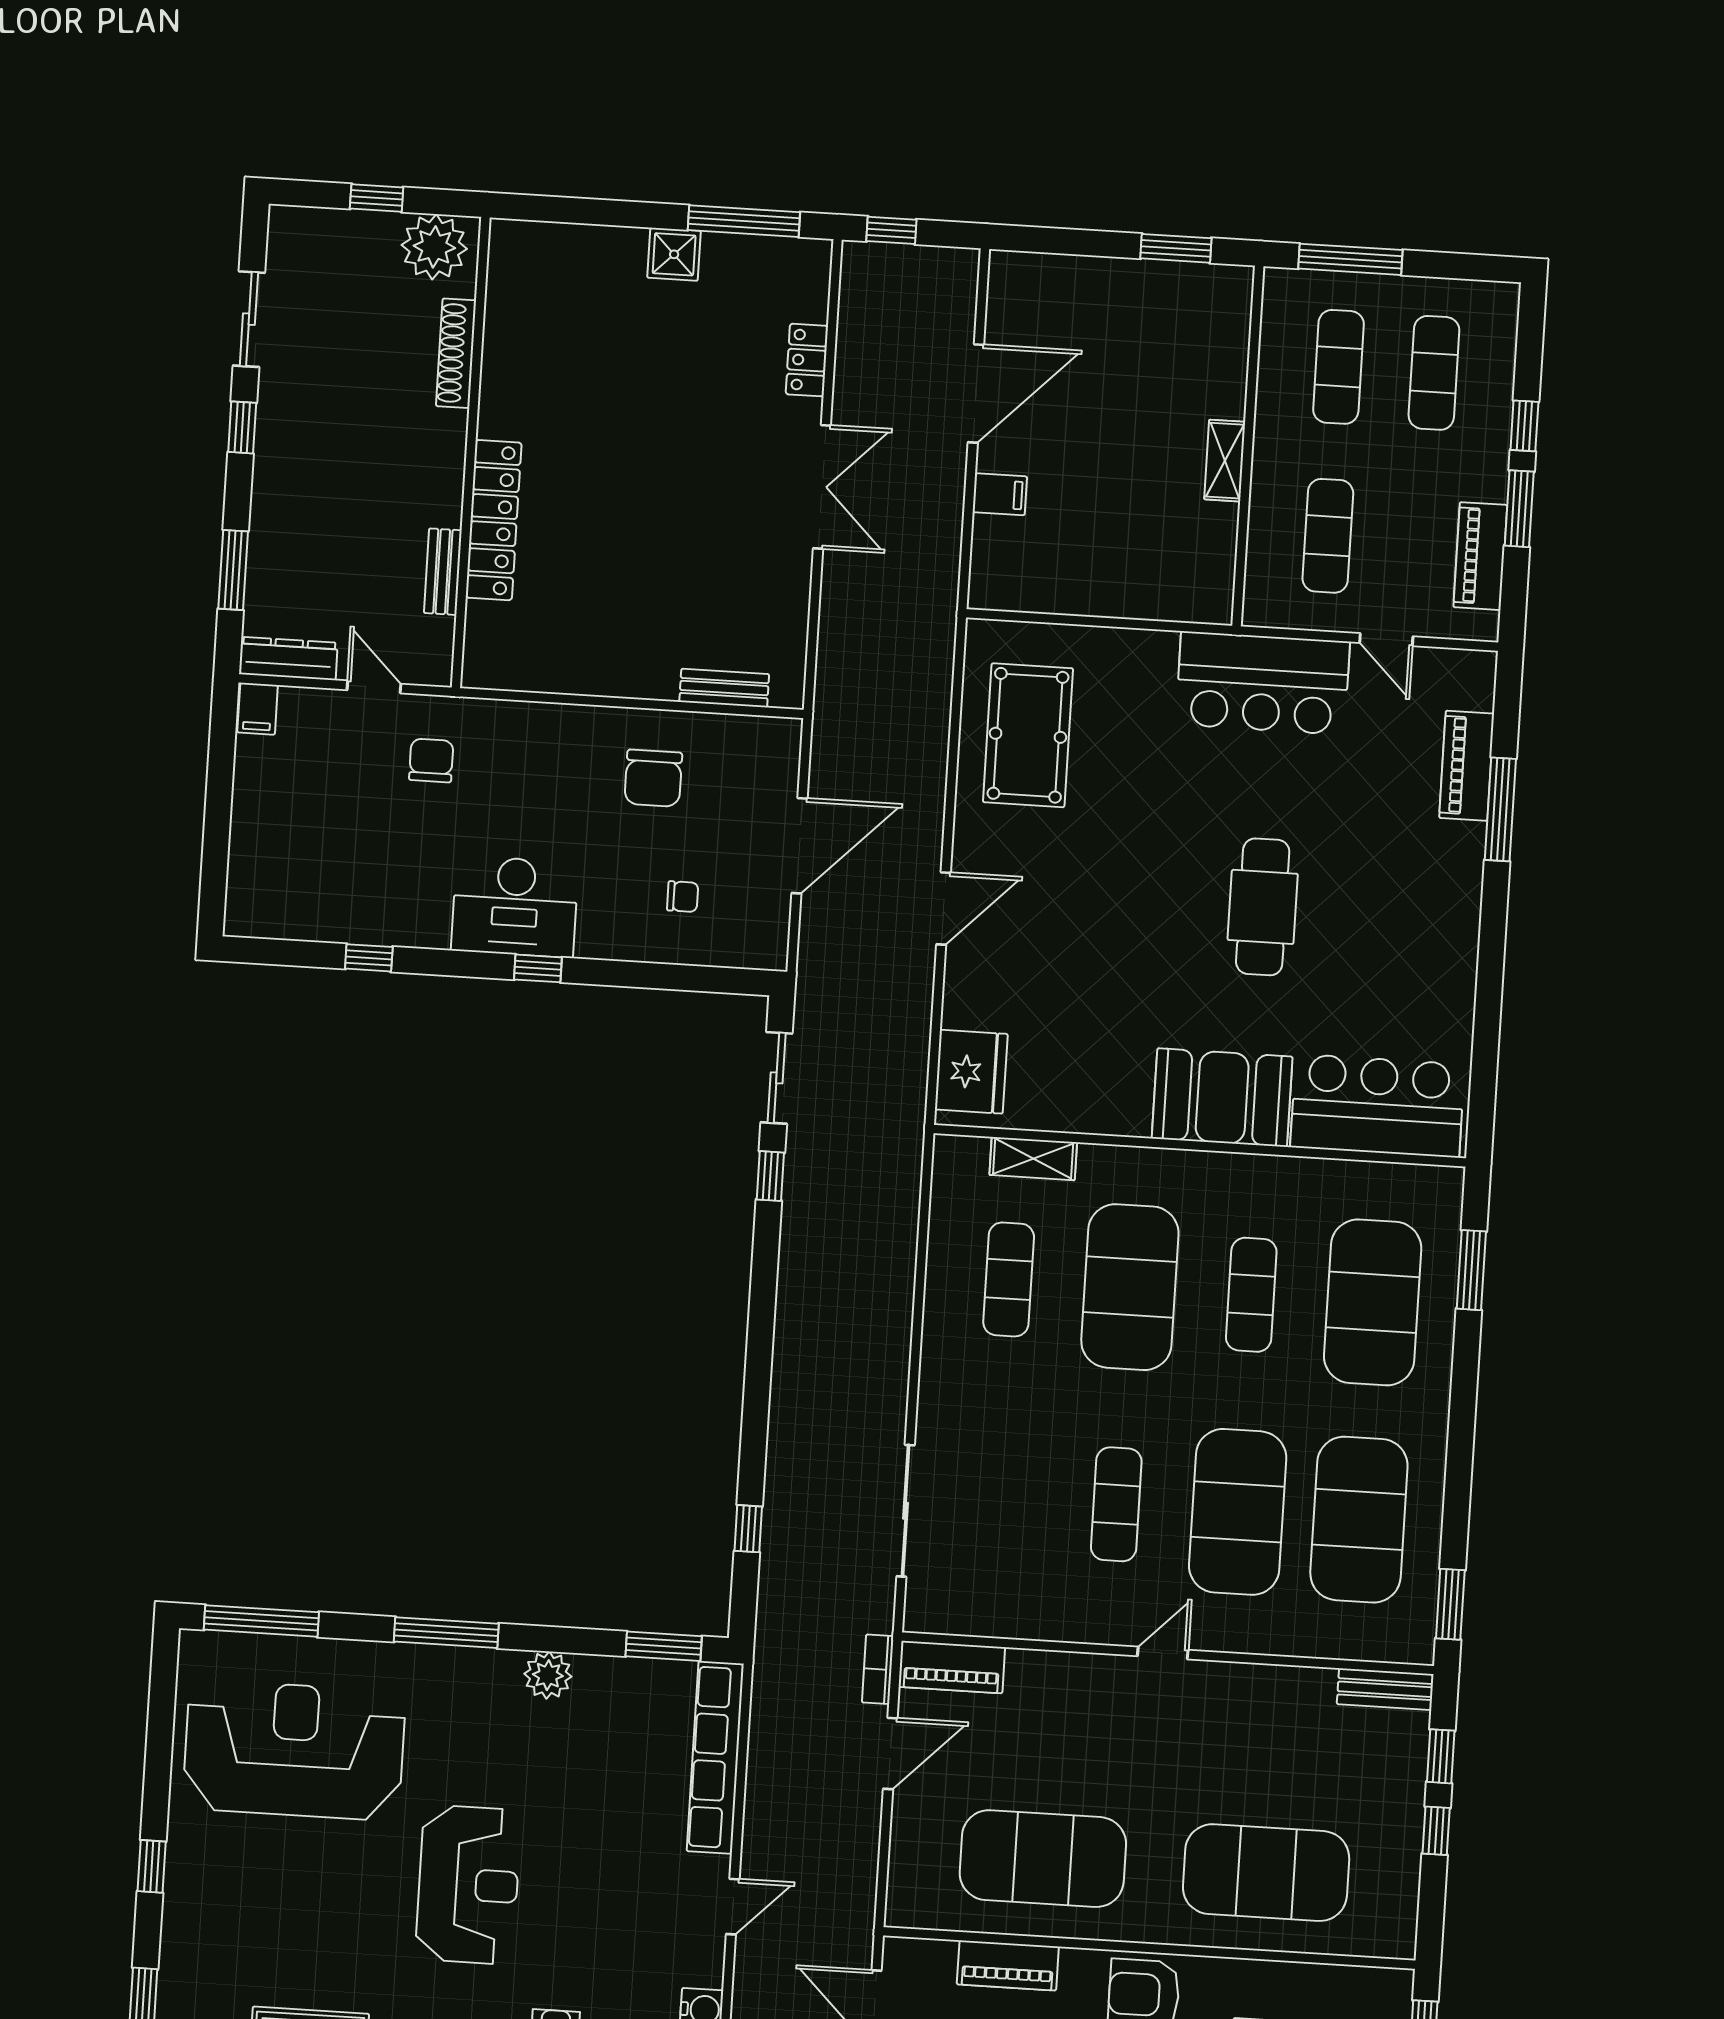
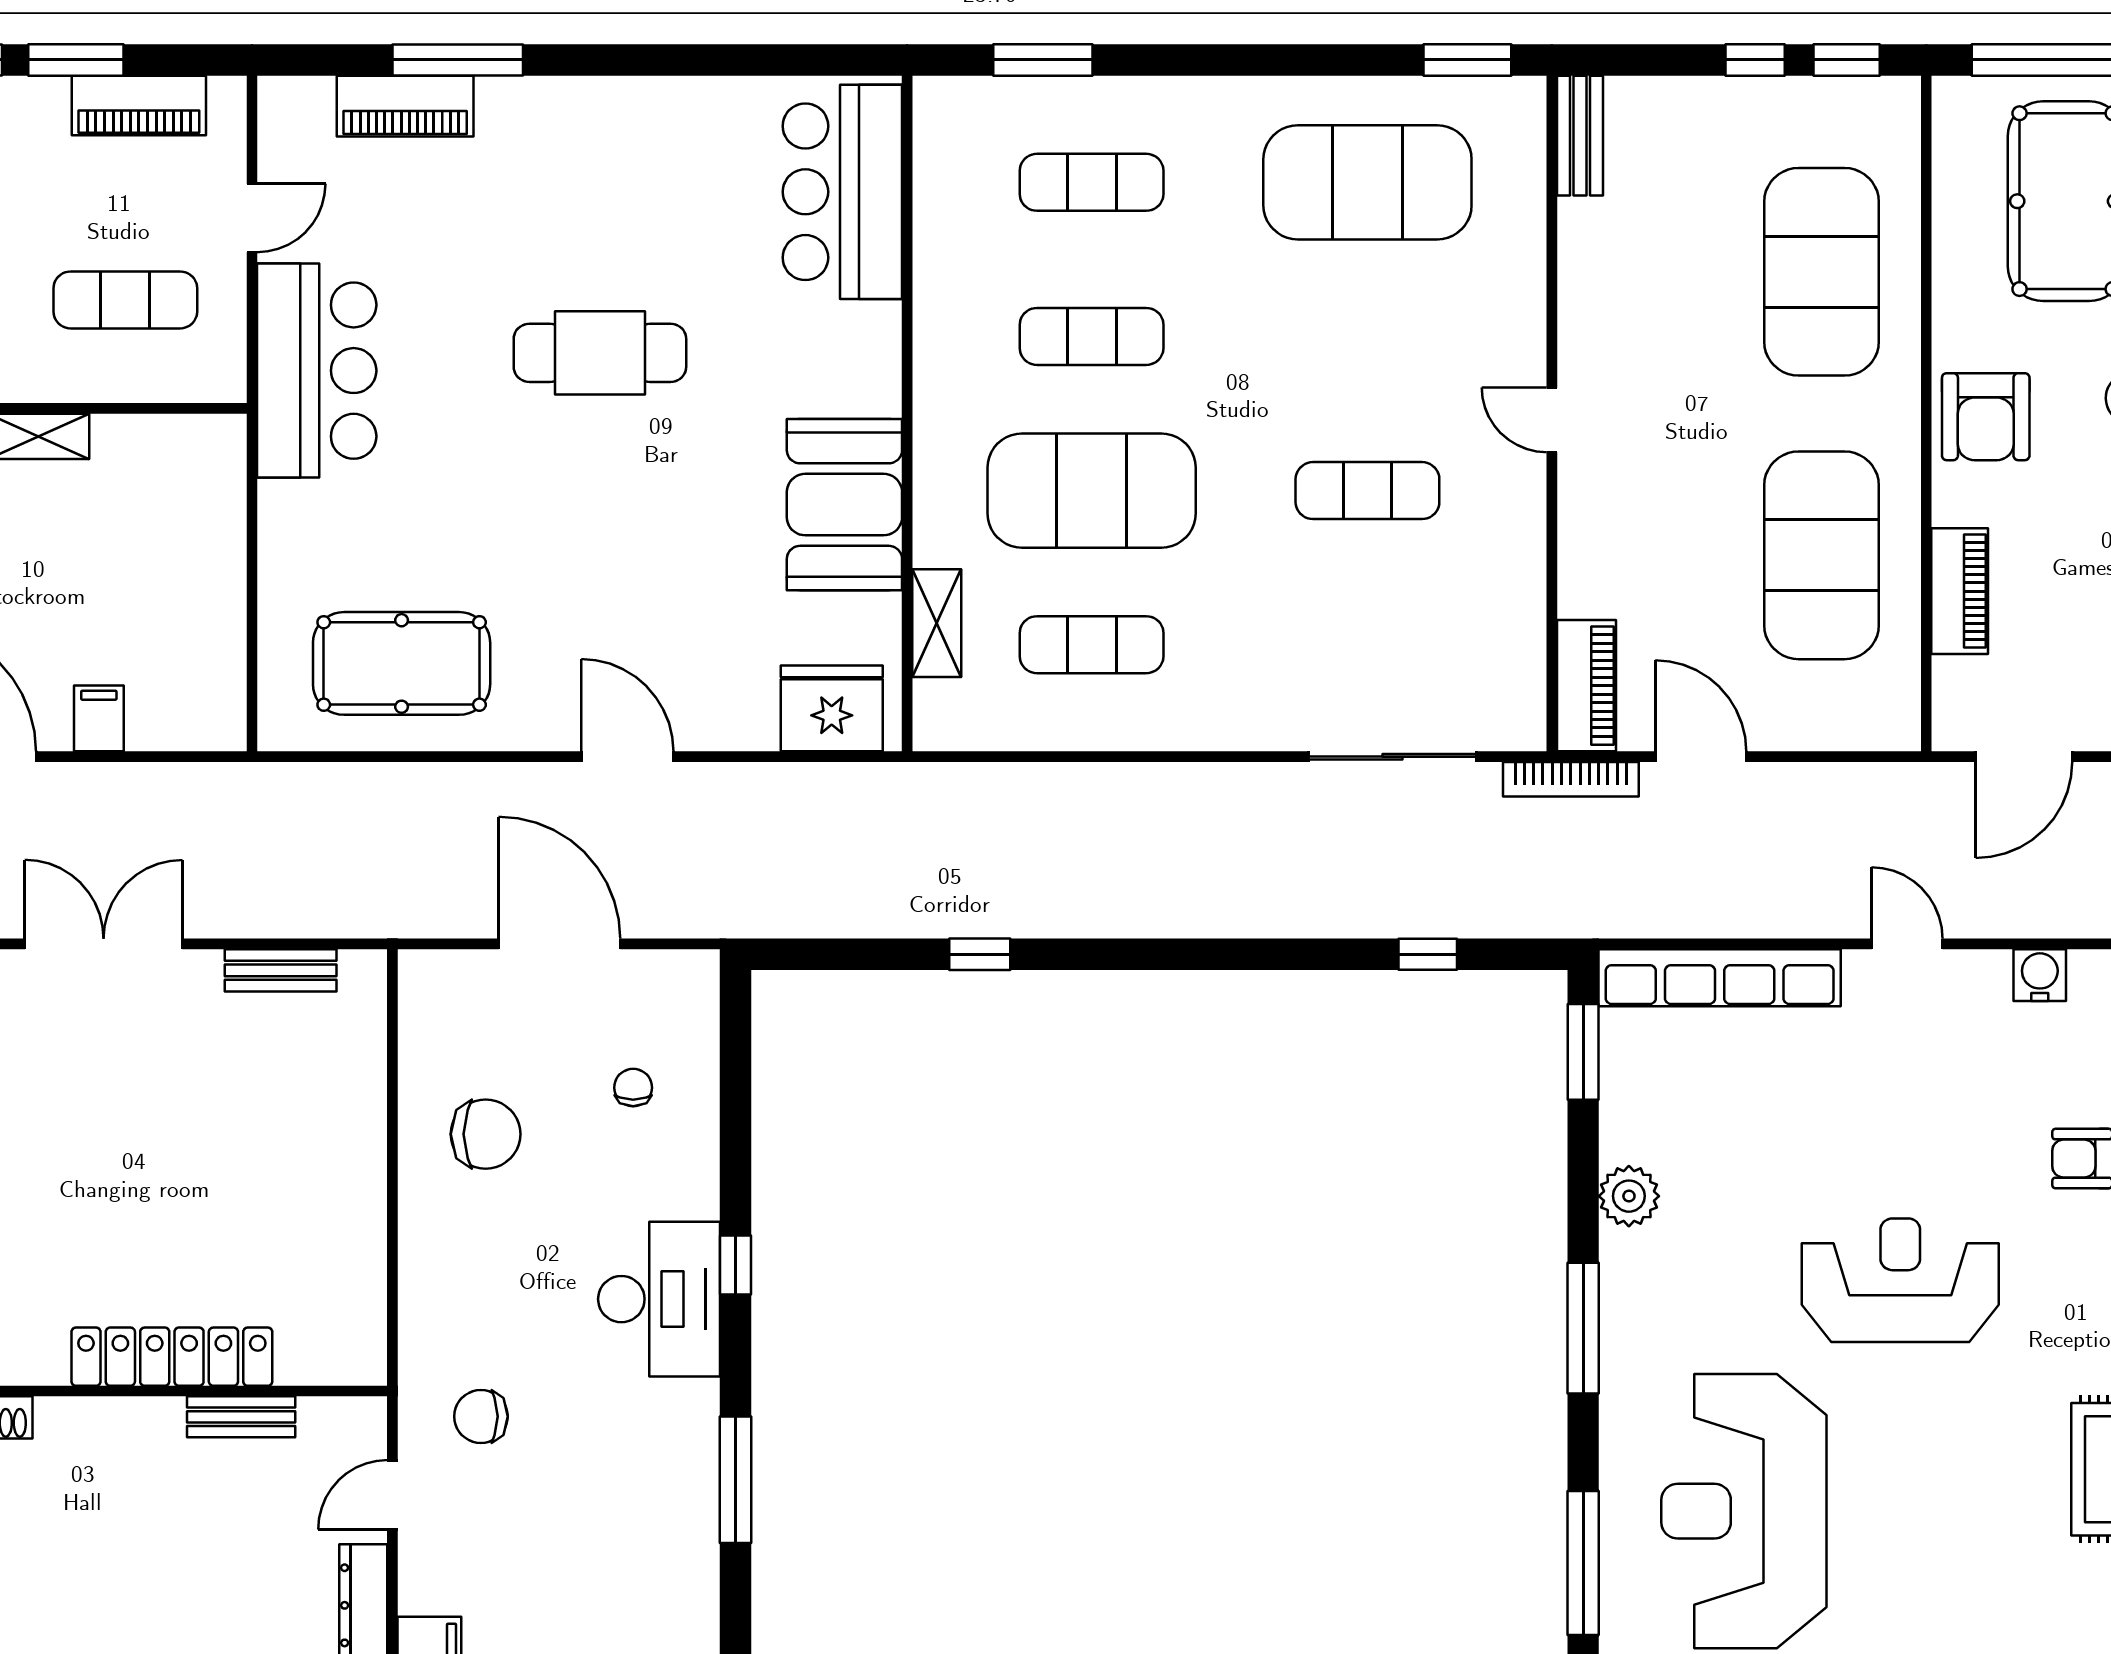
bench: (724, 688) -> (281, 970), moved, turned 90
window: (369, 958) -> (736, 1480), width x2.17
sliding door: (777, 1078) -> (855, 954), removed
booth: (1222, 1098) -> (844, 505), moved
exercise mat: (1373, 1302) -> (1092, 182), width x0.50, depth x0.69
exercise mat: (1238, 1512) -> (1367, 336), removed
bookcase: (878, 1669) -> (1571, 779), width x1.56
window: (1441, 1756) -> (1847, 60), moved

